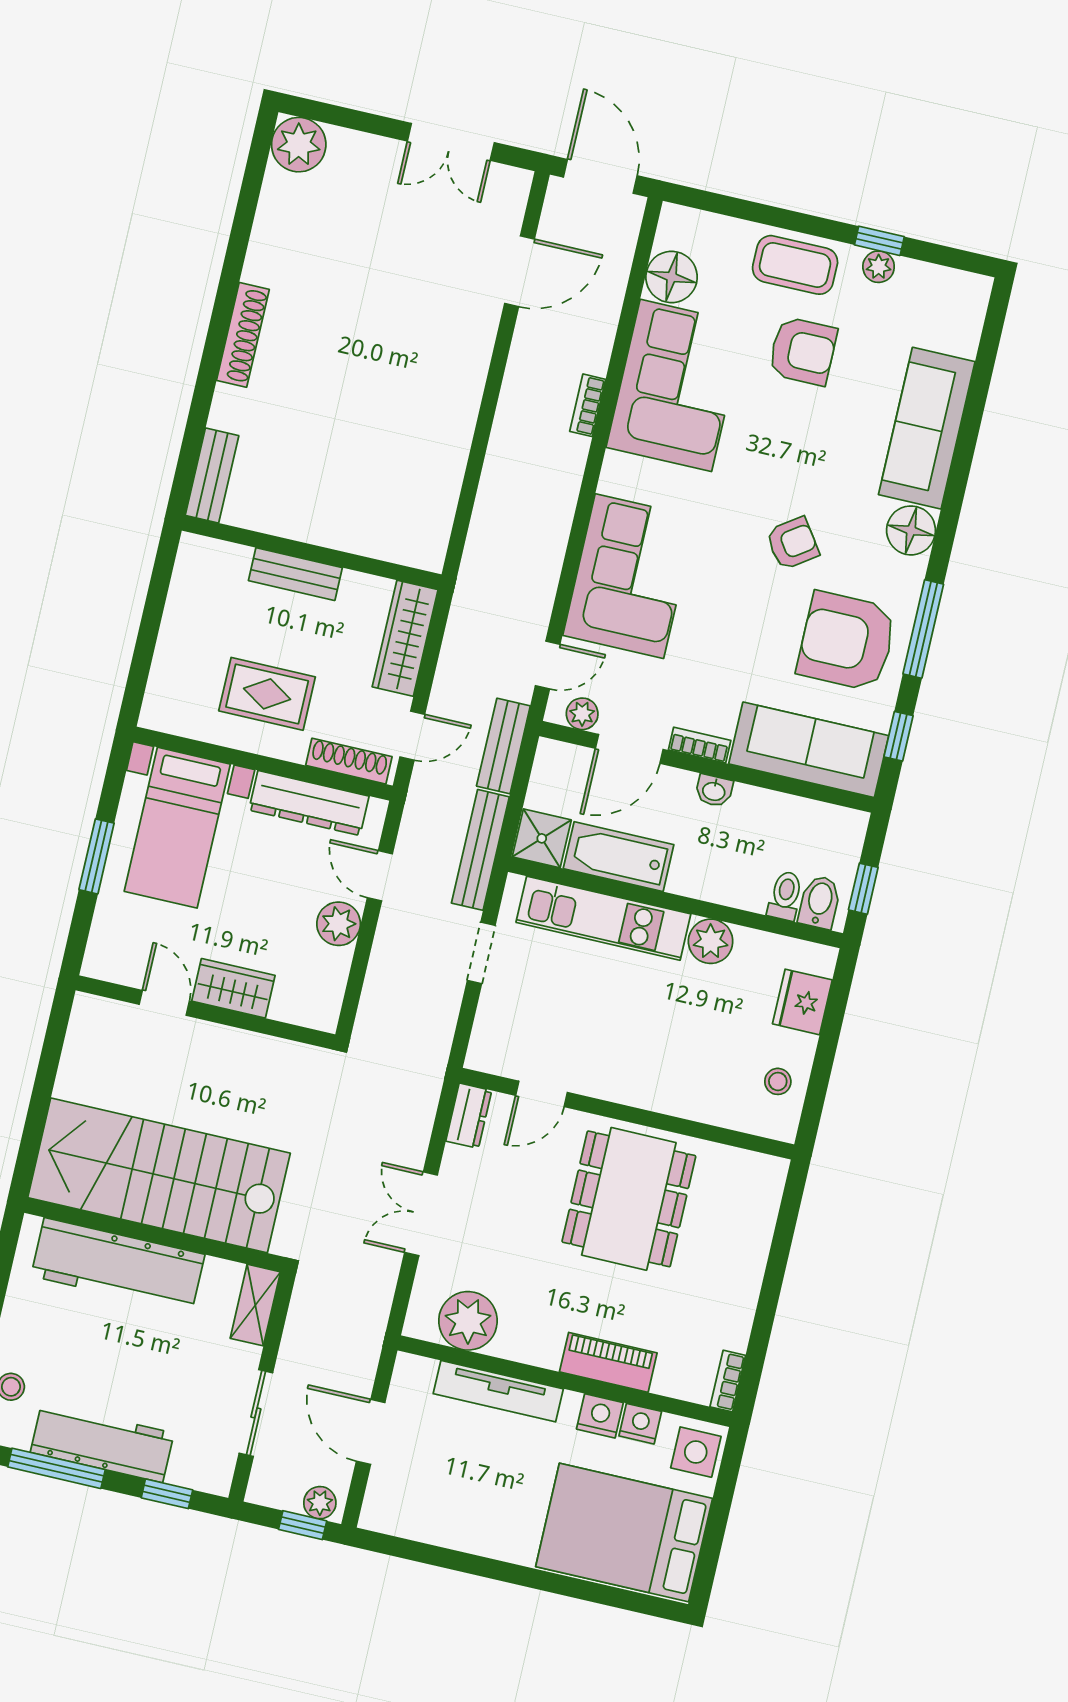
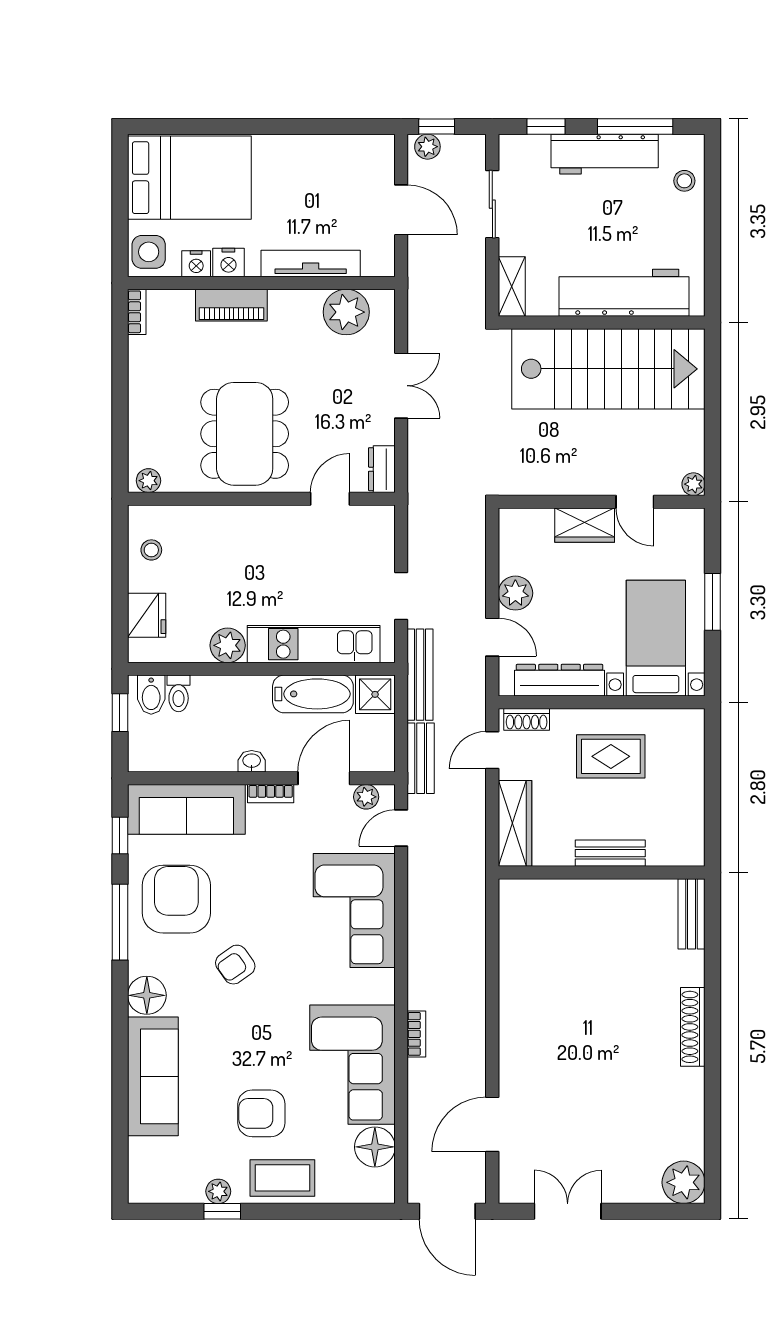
armchair: (847, 641) -> (176, 899), turned -90
shoe rack: (349, 761) -> (527, 719), width x0.70
plant: (87, 1008) -> (693, 484), added
plant: (762, 1168) -> (148, 481), added

